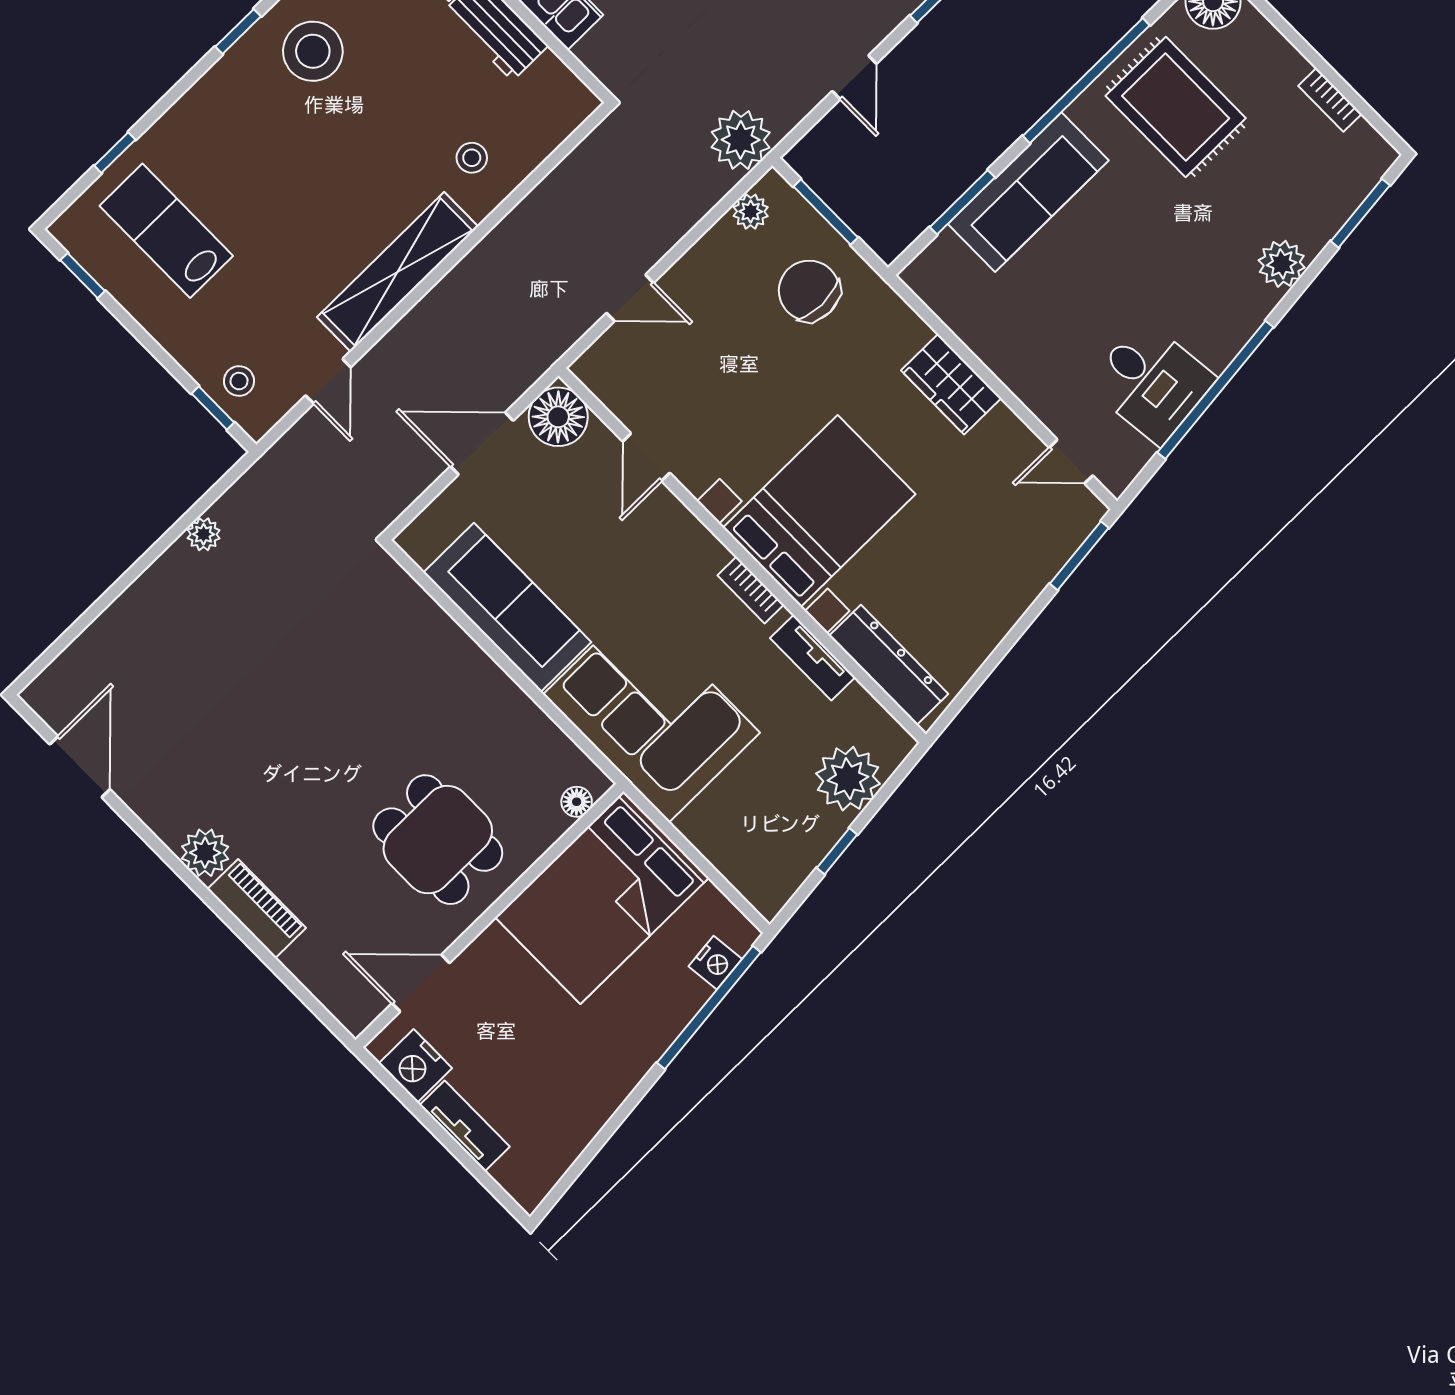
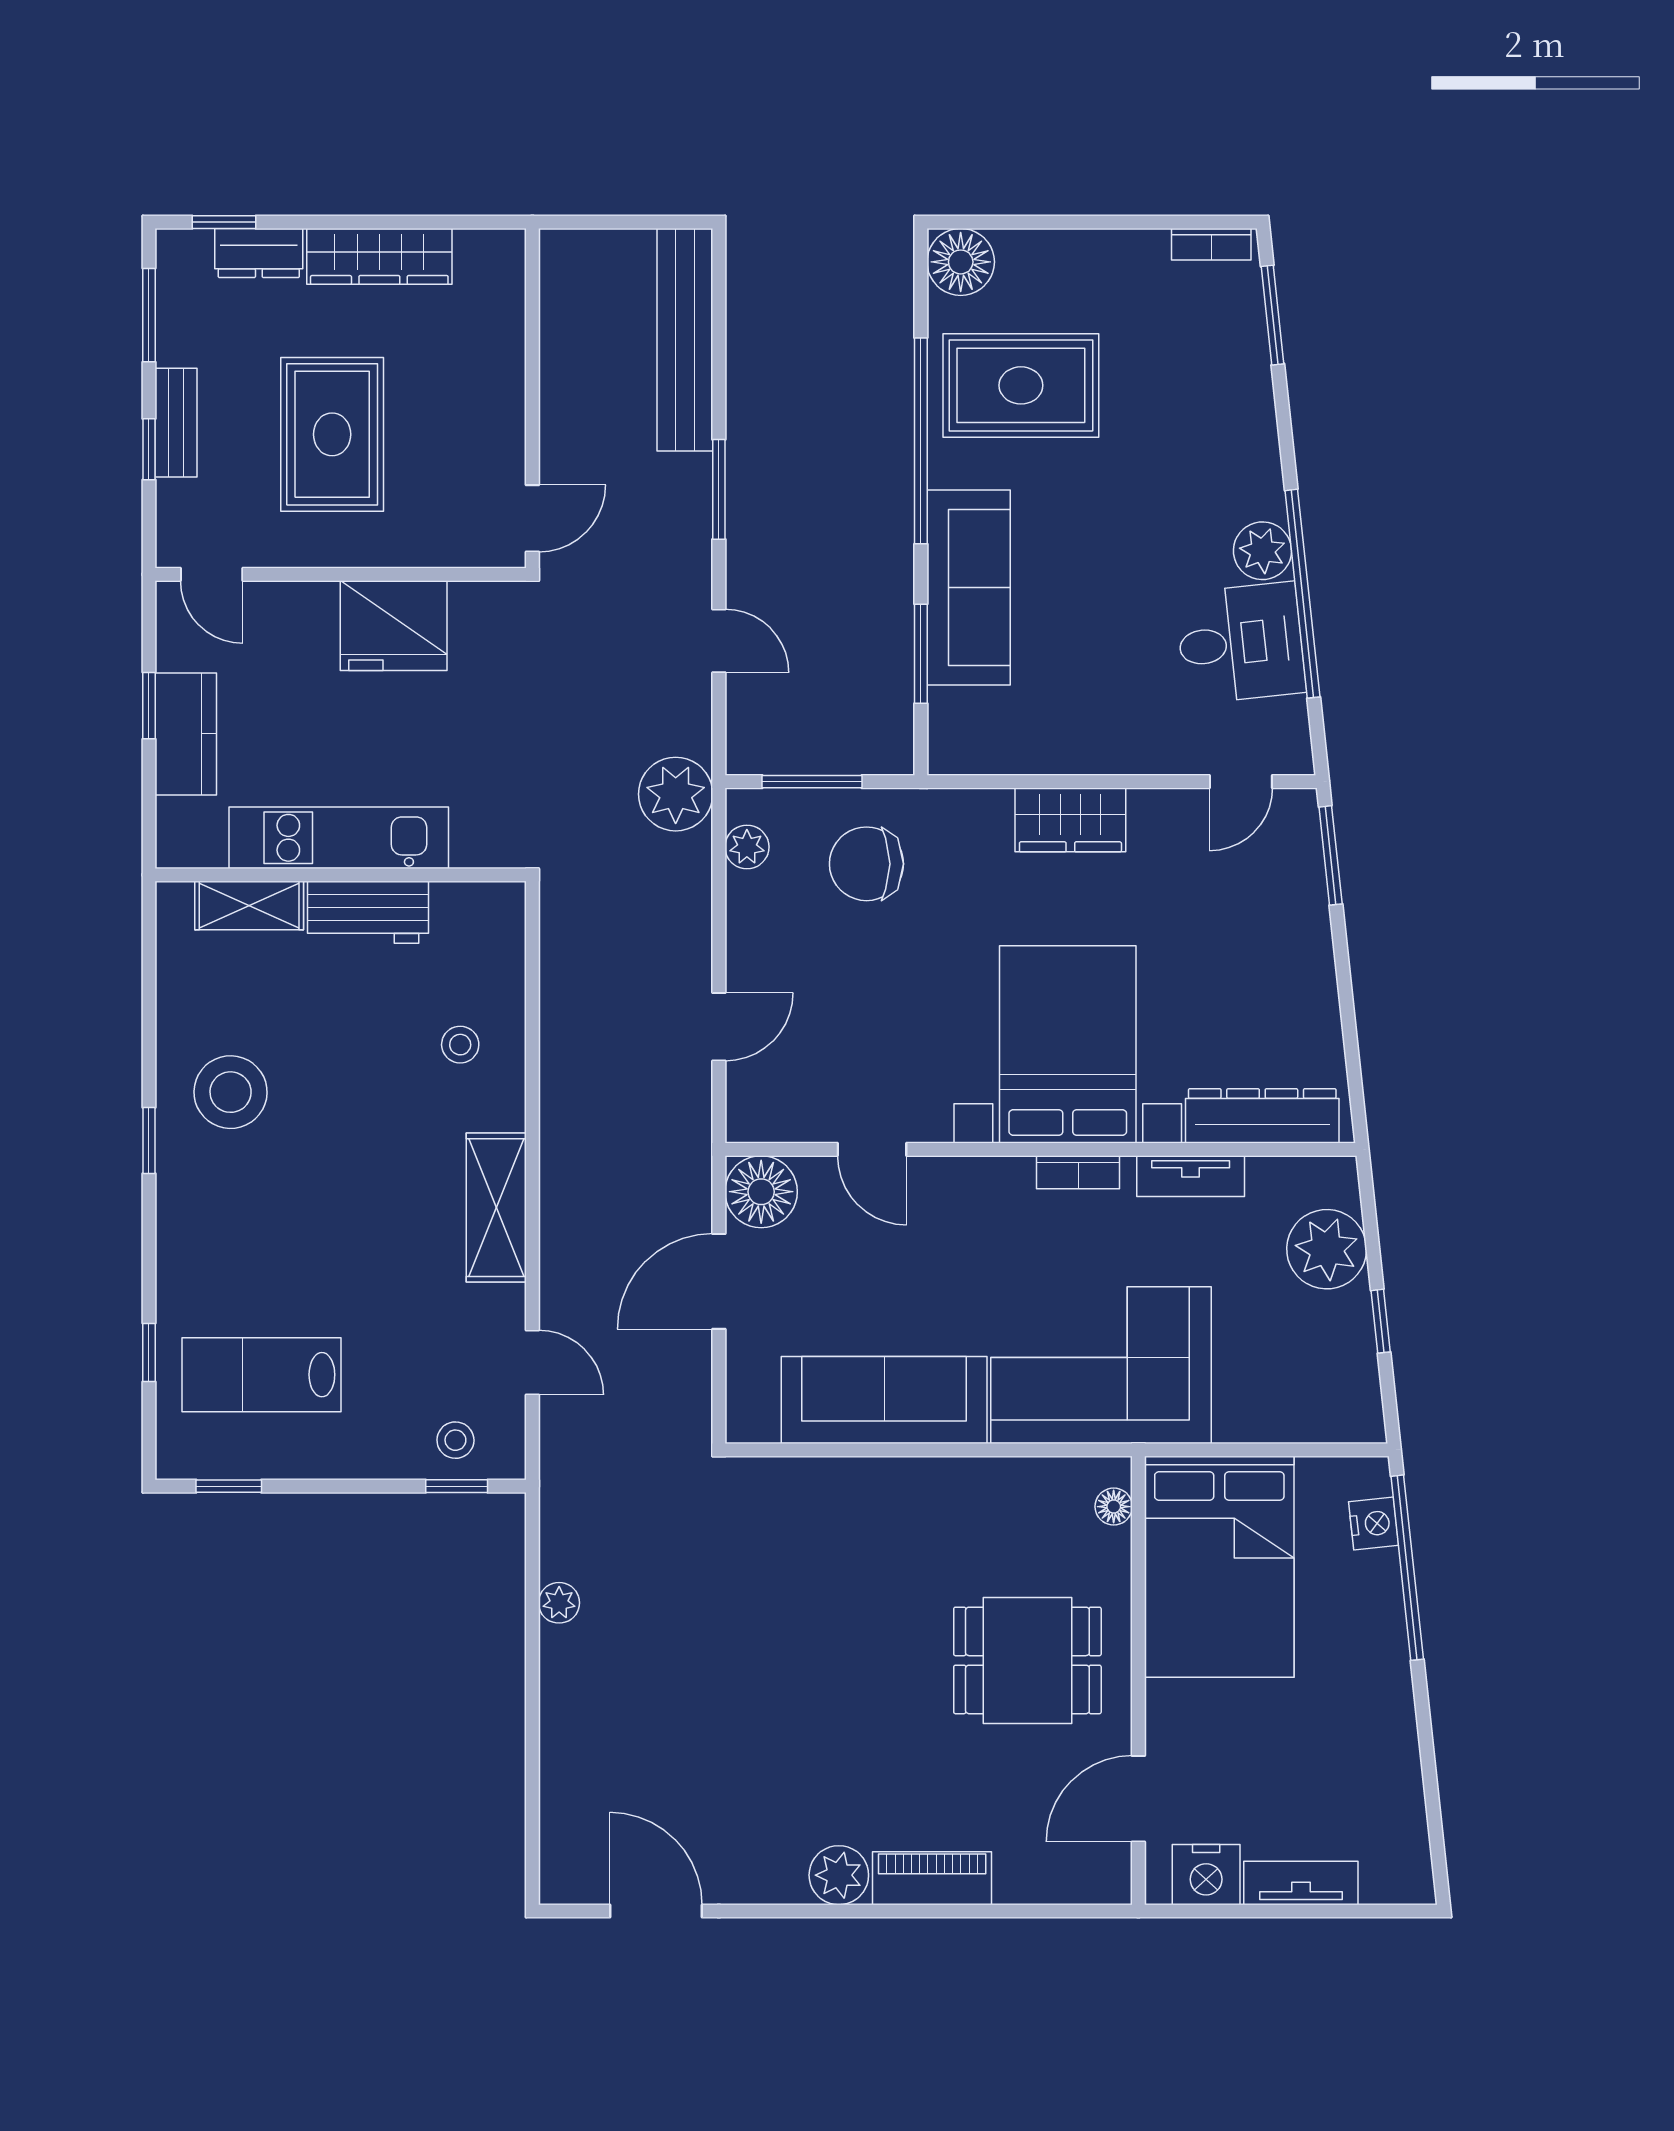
bookcase: (1330, 100) -> (1211, 244), moved
plant: (1282, 264) -> (1262, 551), moved
shelving: (398, 272) -> (496, 1208), width x0.68

